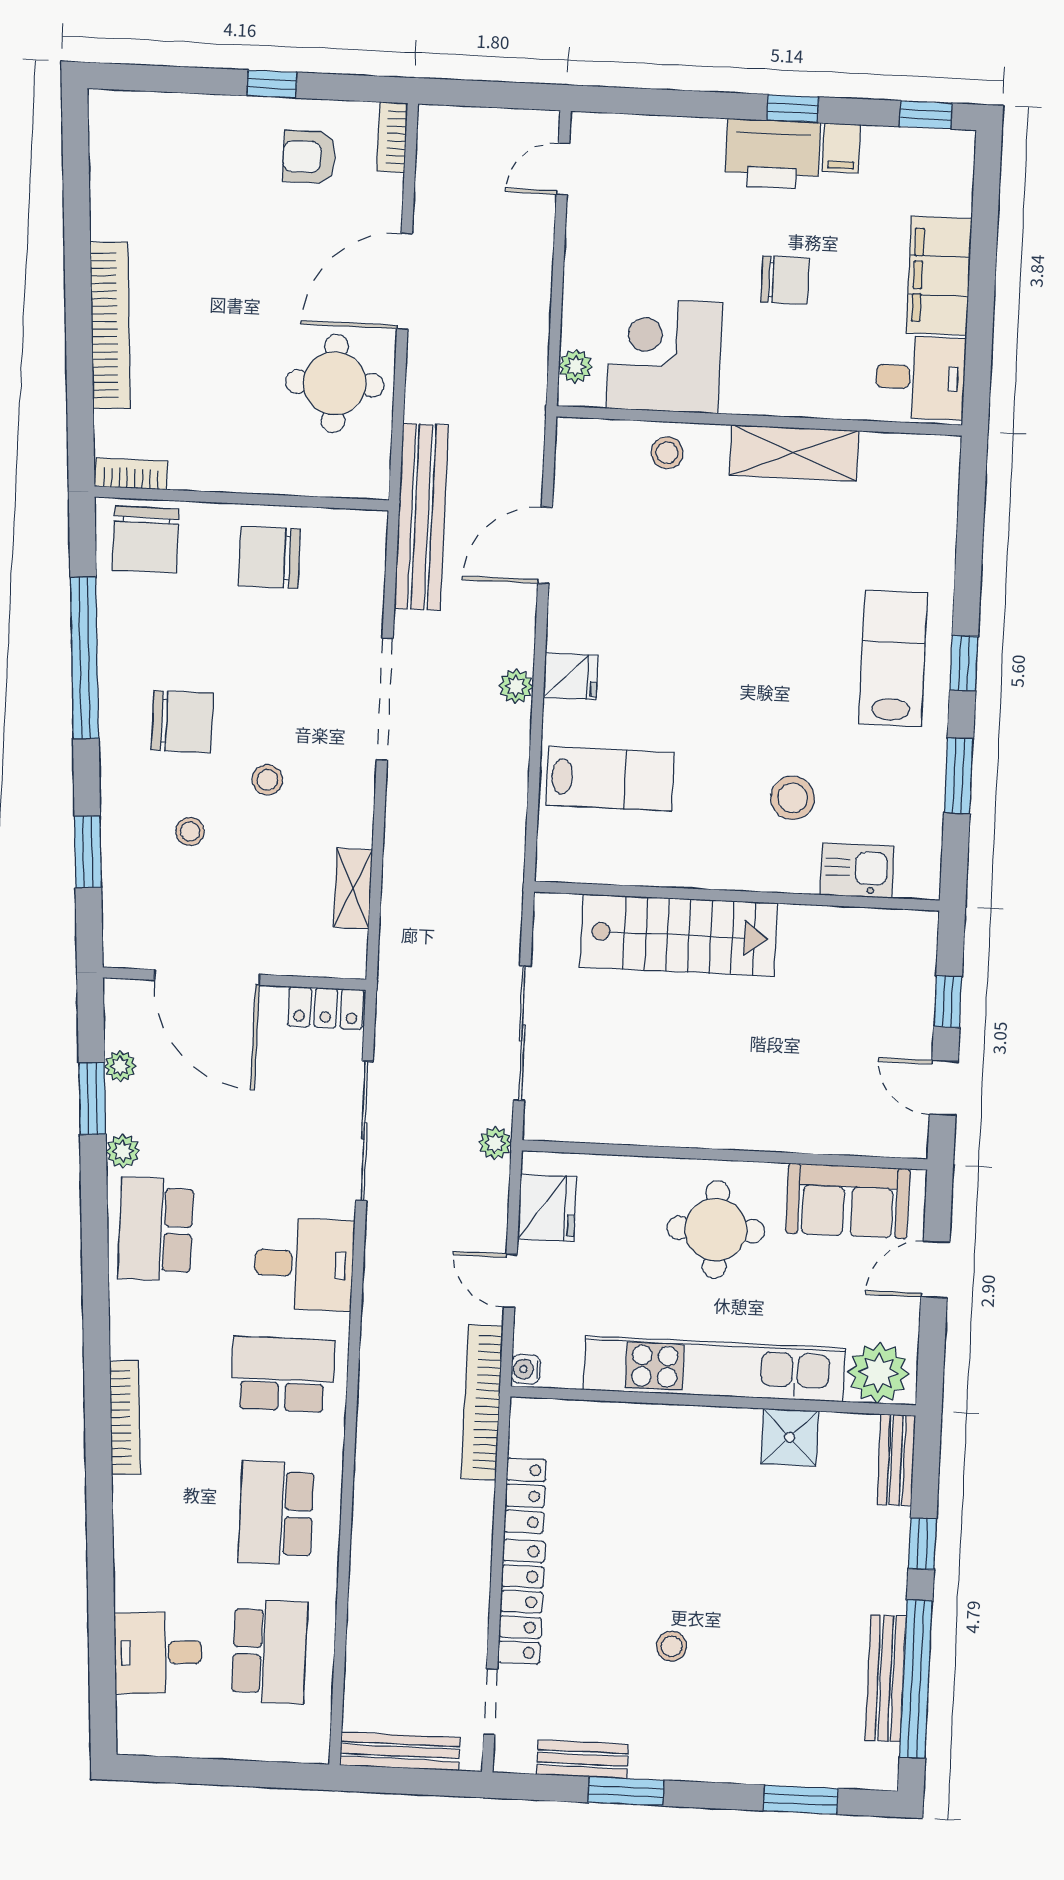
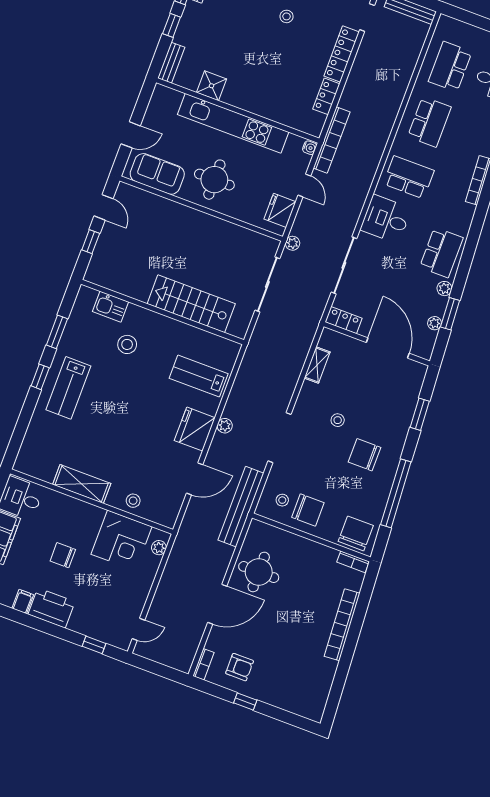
window: (793, 109) -> (94, 645), moved
fridge: (571, 677) -> (195, 429), width x1.88, depth x1.34
stool: (190, 832) -> (282, 500), moved
plant: (878, 1373) -> (167, 100), removed
school desk: (283, 1374) -> (409, 177), turned 180

